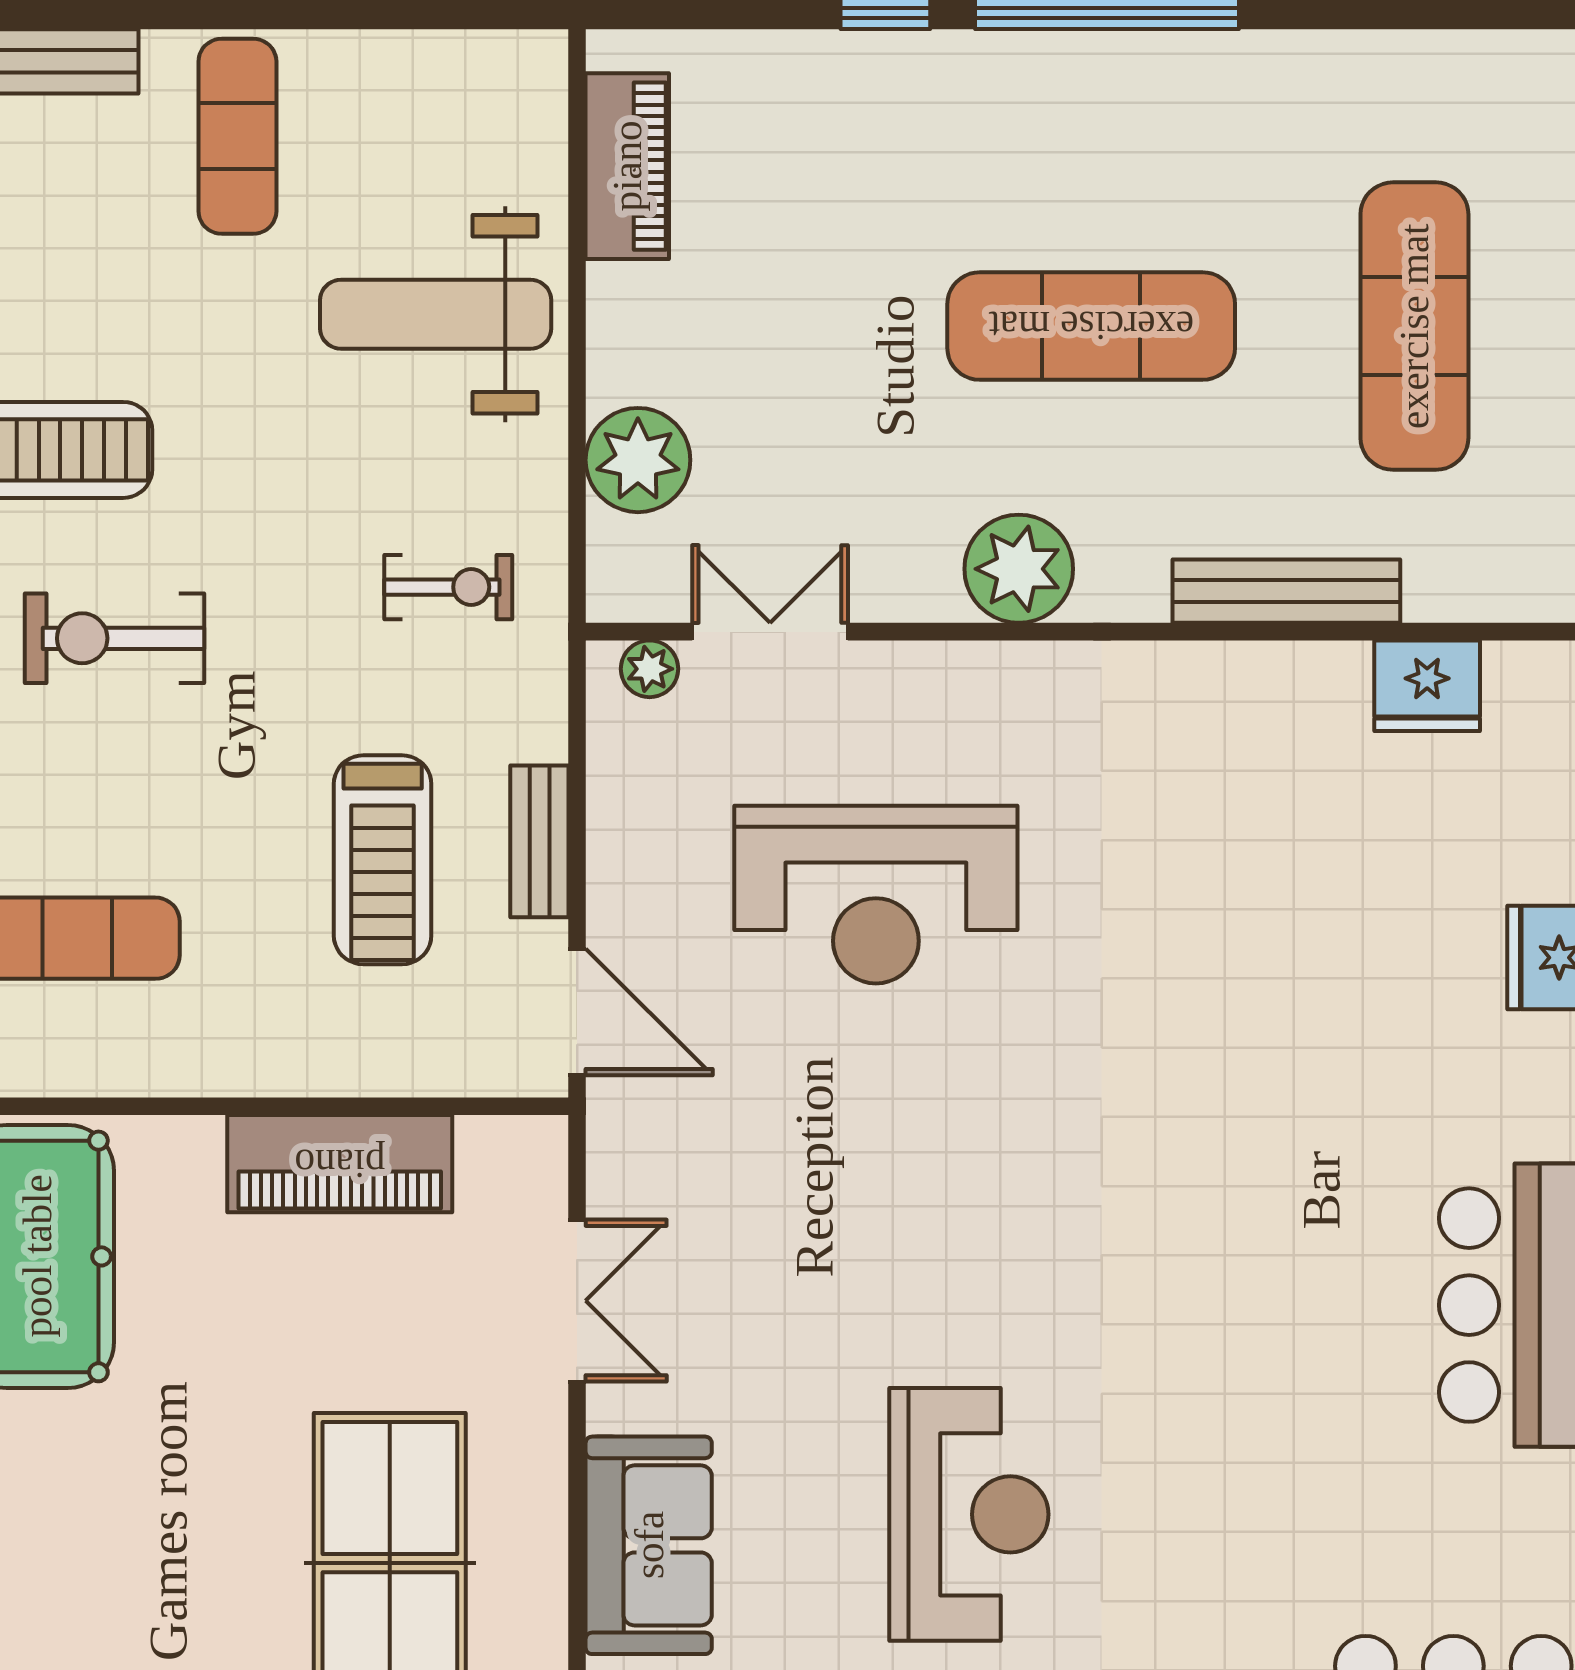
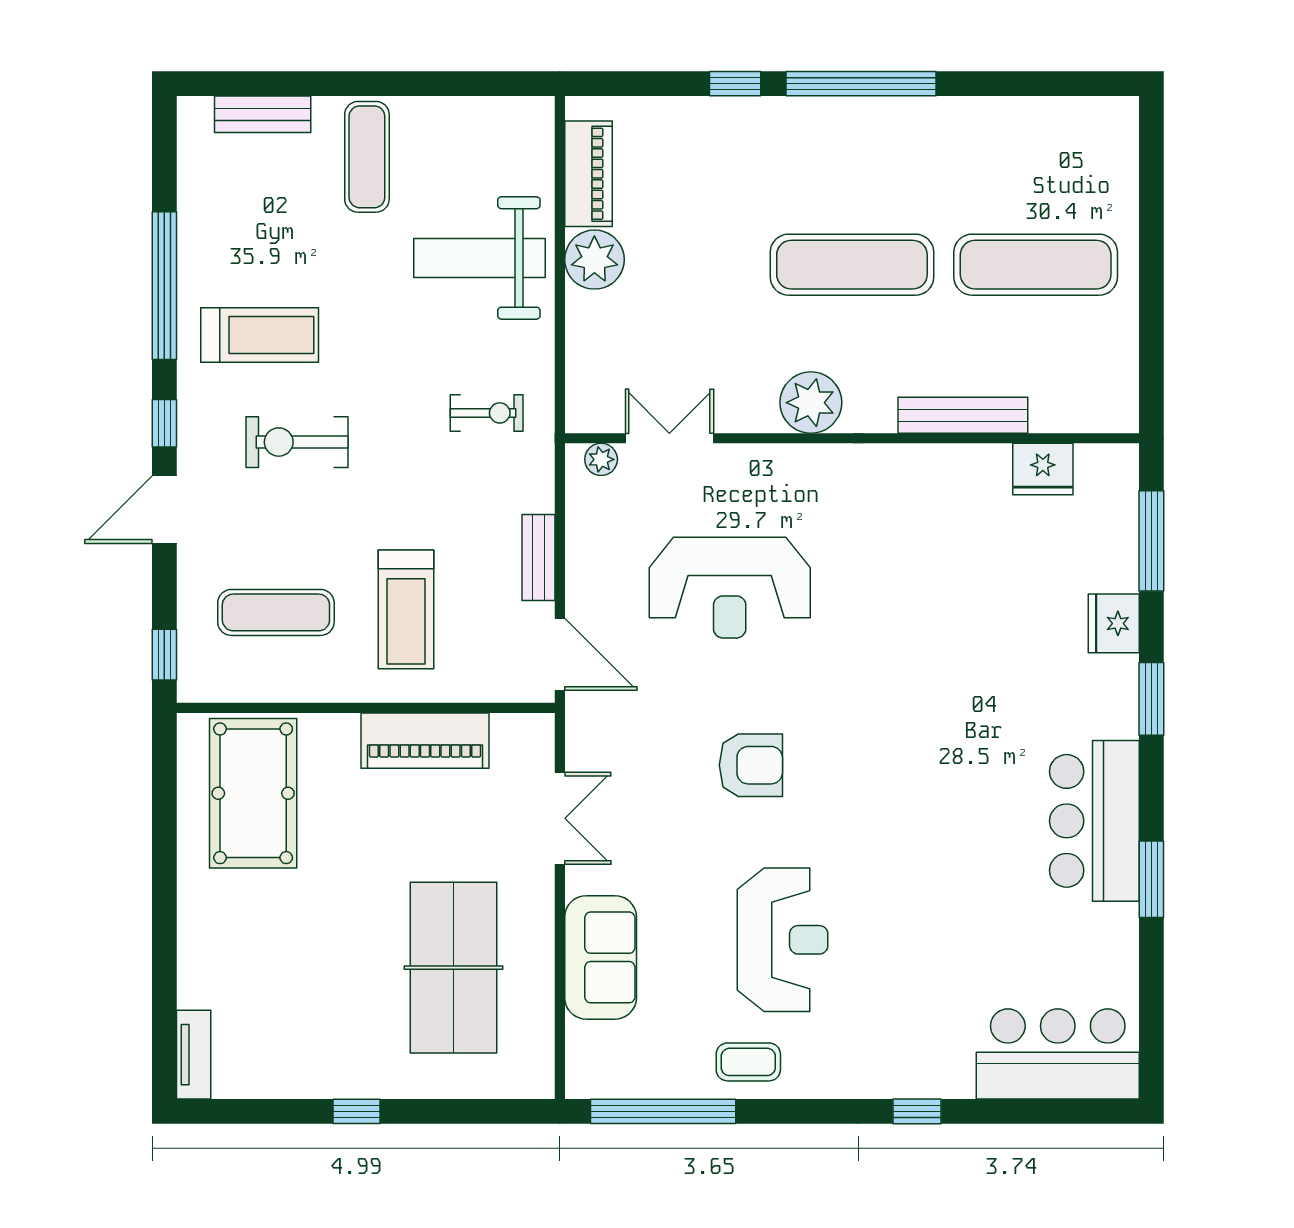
exercise mat: (1414, 326) -> (1036, 265), turned 90
plant: (638, 460) -> (594, 260), moved
treadmill: (383, 860) -> (406, 609), moved
armchair: (913, 1207) -> (751, 765), added

